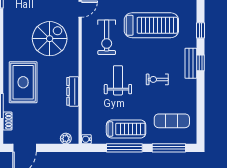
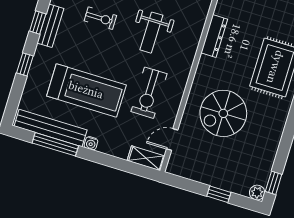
treadmill: (151, 25) -> (86, 90), turned 180
exercise bike: (107, 37) -> (149, 93), turned 180

